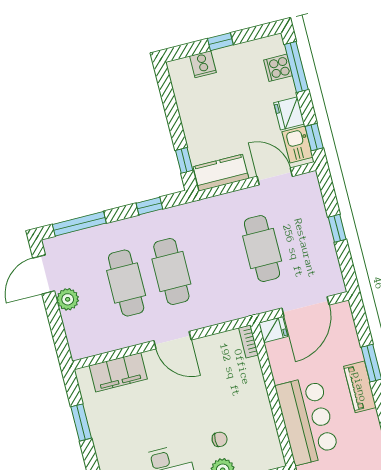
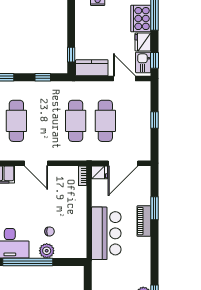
cooker: (278, 68) -> (141, 19), width x1.87, depth x1.31
cafe table: (171, 271) -> (76, 121), moved

